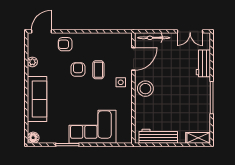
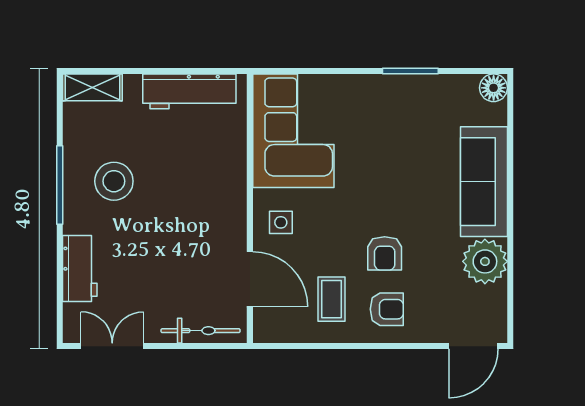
armchair: (65, 44) -> (387, 309), moved
door: (133, 59) -> (250, 279), swing flipped
plant: (32, 62) -> (485, 261), width x1.88, depth x1.88
coffee table: (98, 70) -> (332, 299), moved
stool: (145, 89) -> (114, 181), moved
corner sofa: (92, 127) -> (293, 131), moved, turned -90

